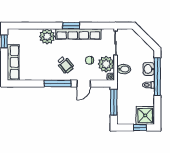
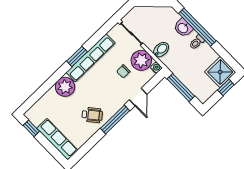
wheelchair: (65, 65) -> (92, 115), moved

